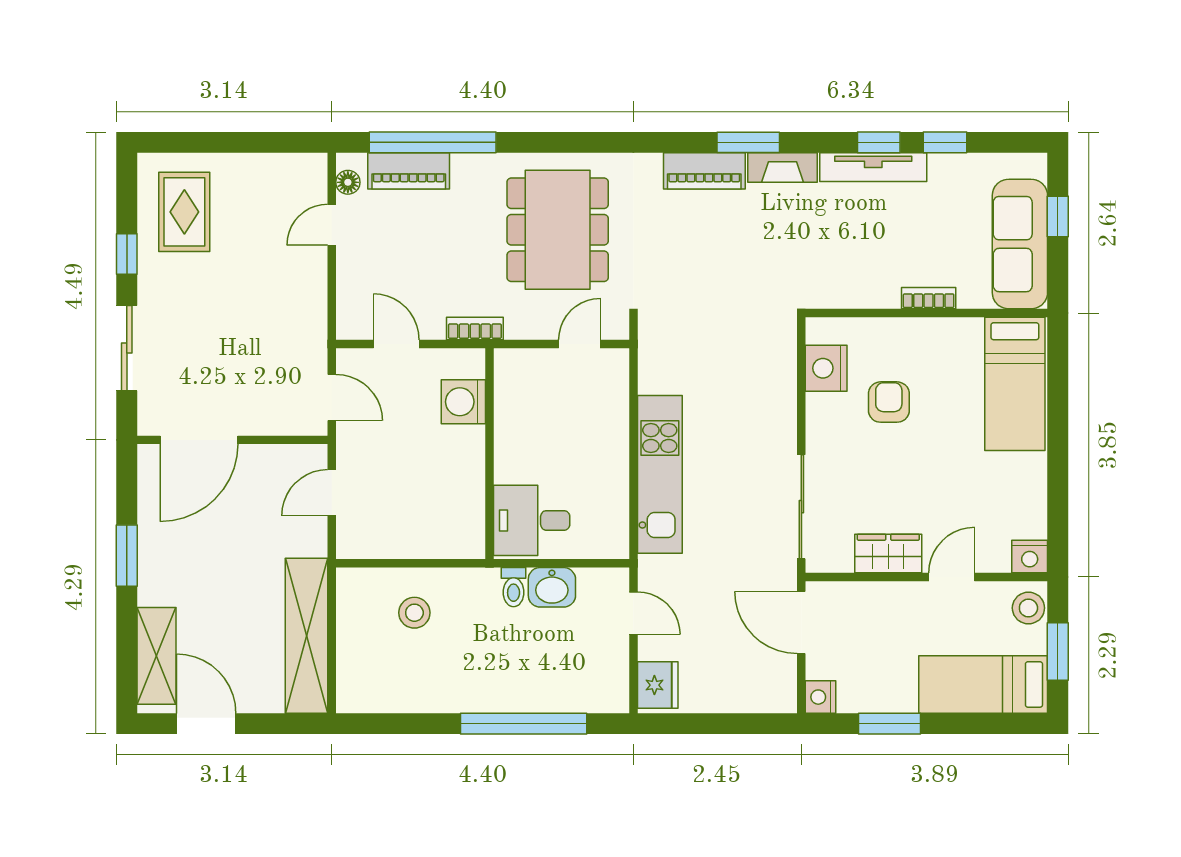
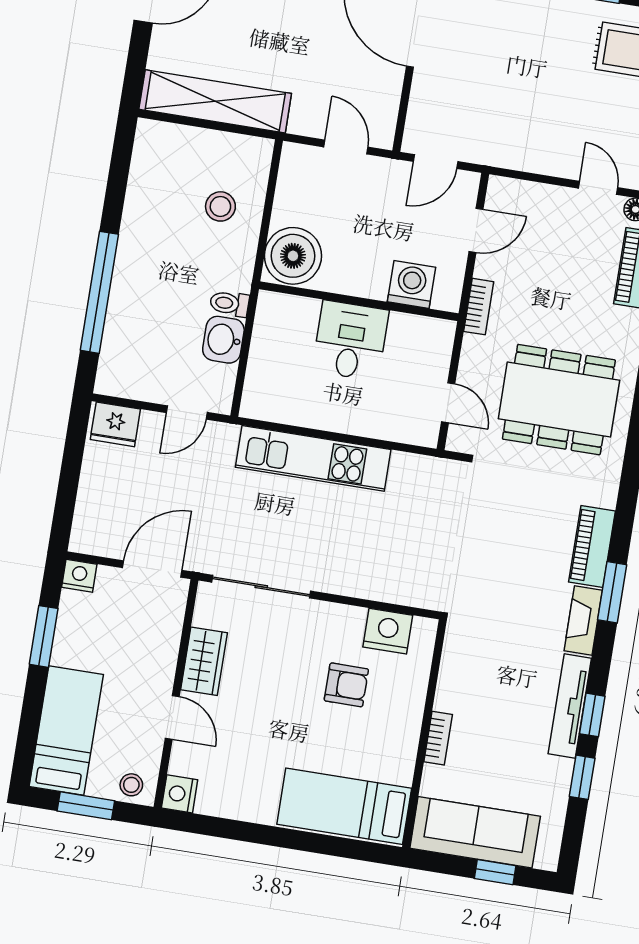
desk: (532, 520) -> (350, 341), moved
boiler: (453, 529) -> (293, 256), added
stool: (1028, 608) -> (131, 785), width x0.73, depth x0.73

